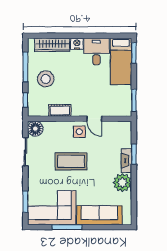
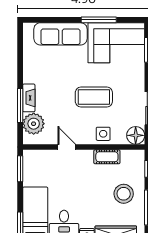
side table: (79, 132) -> (103, 134), moved
window: (134, 154) -> (20, 106), width x1.44
plant: (122, 183) -> (34, 124), moved

